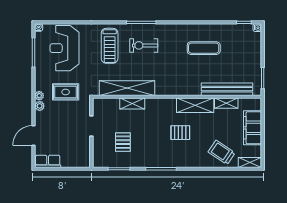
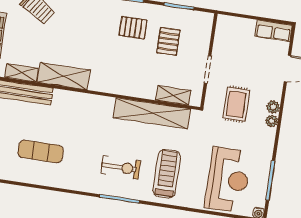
rug: (66, 92) -> (236, 104), moved, turned 90
shelving: (132, 103) -> (173, 95), moved
pallet: (180, 133) -> (133, 28), moved

